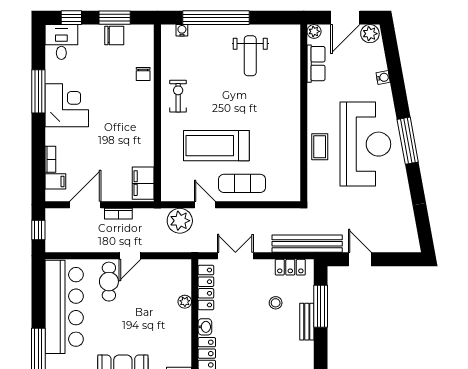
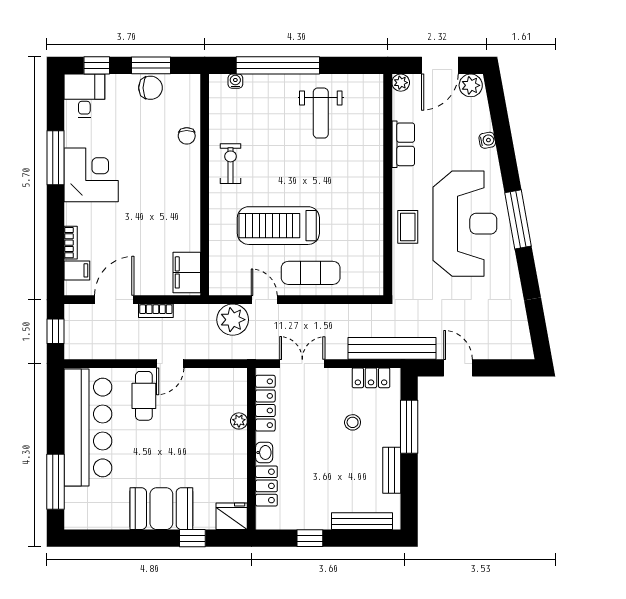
row of seats: (316, 64) -> (403, 144), moved
bench: (307, 322) -> (392, 470), moved

